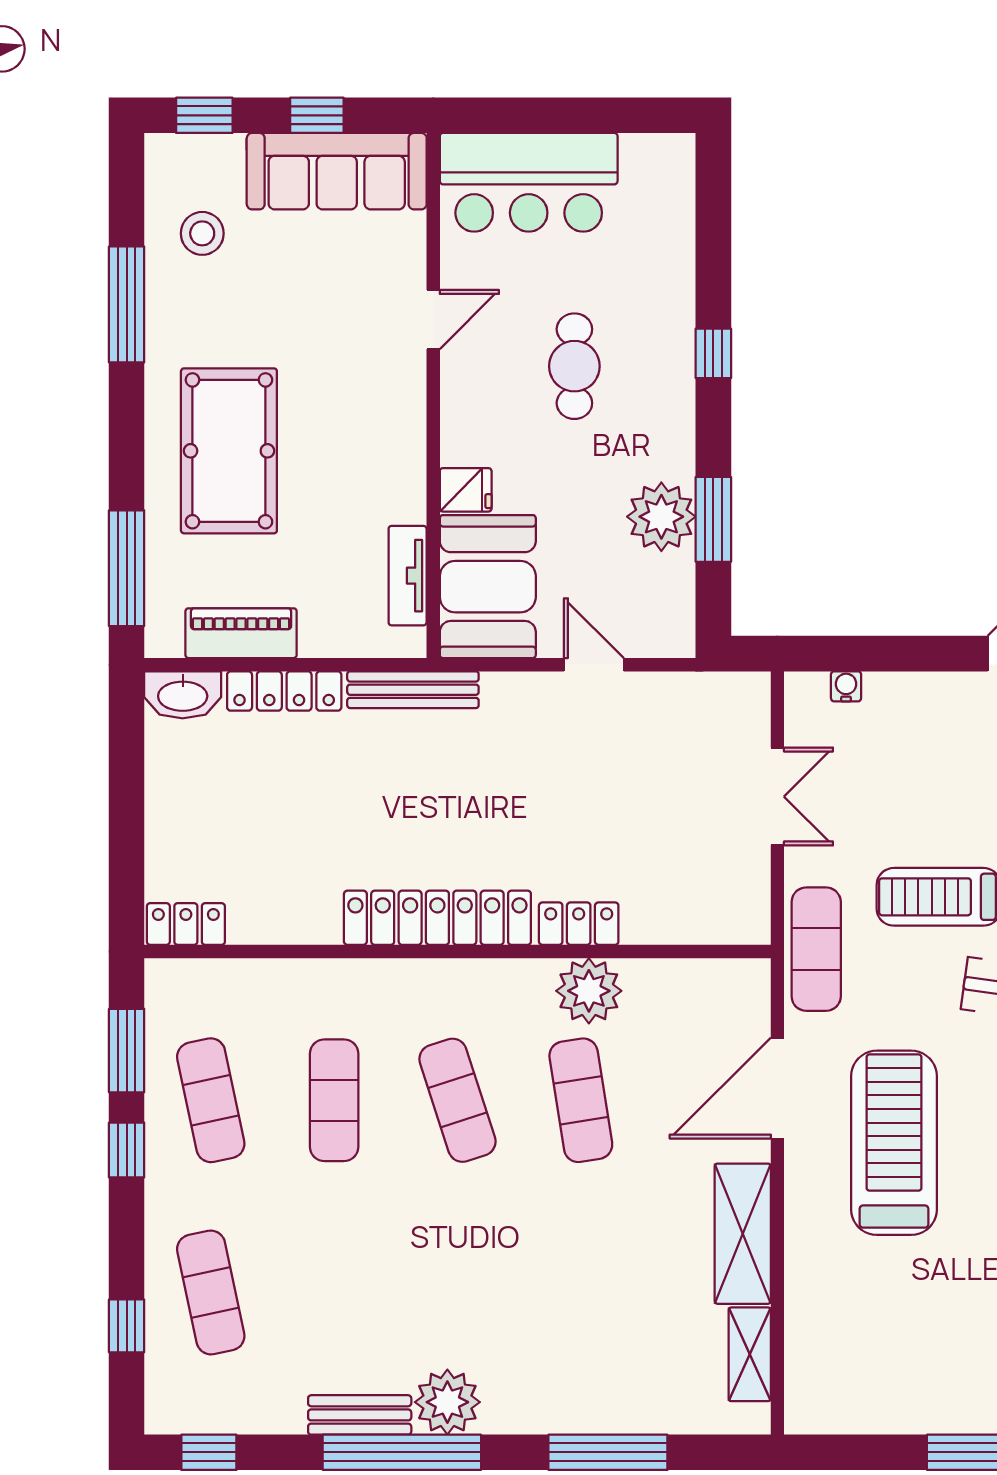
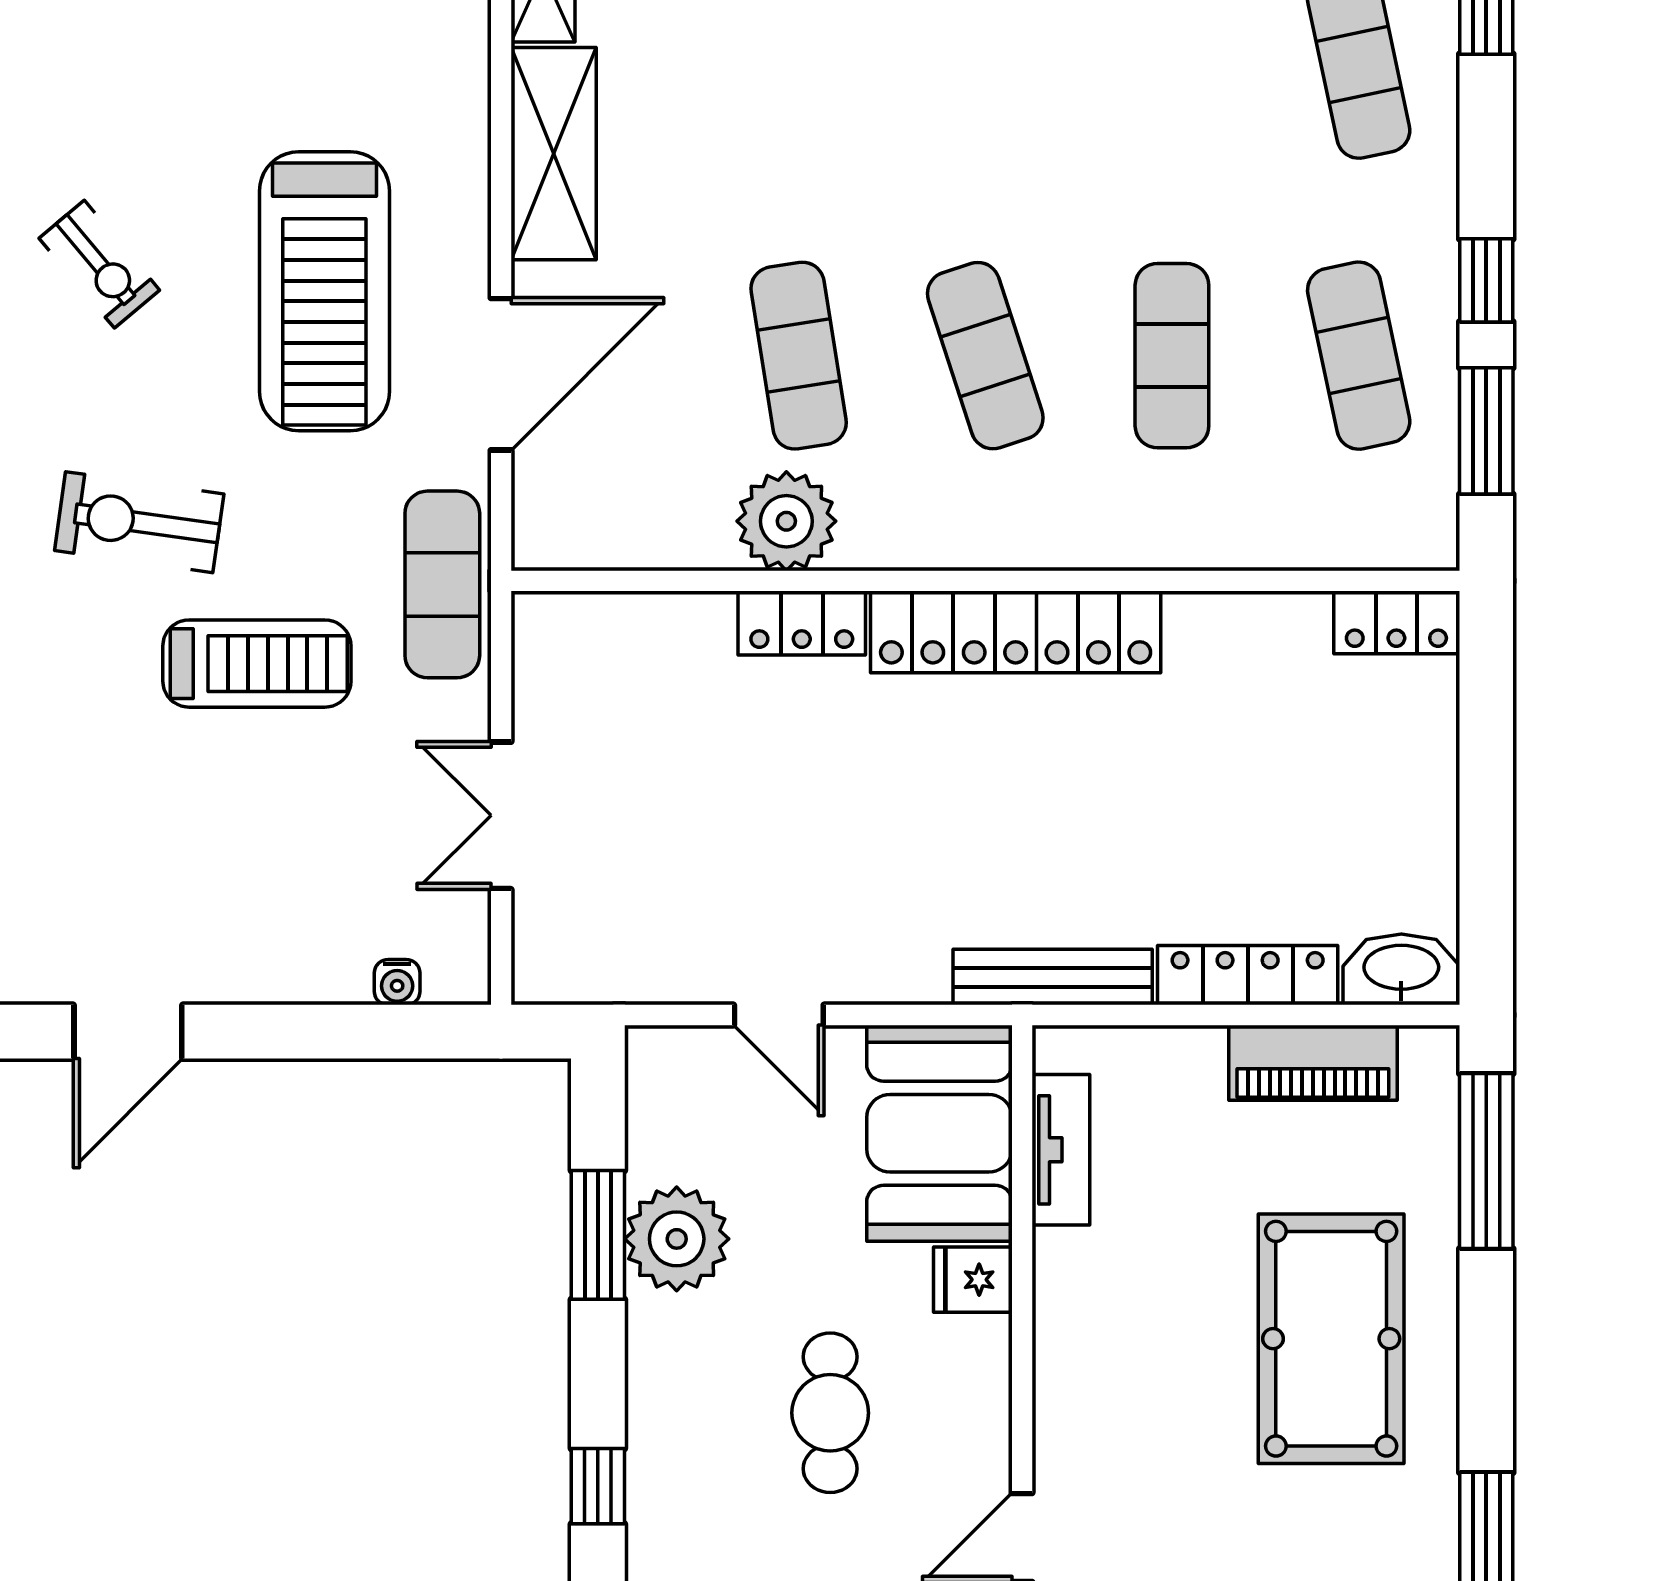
cafe table: (574, 366) -> (830, 1413), moved

